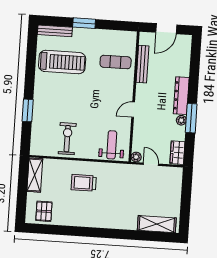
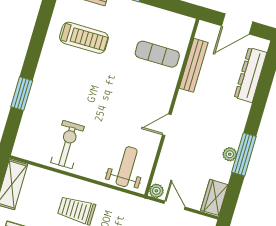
treadmill: (62, 62) -> (84, 38), width x0.73, depth x0.73
dresser: (181, 96) -> (250, 75), moved

